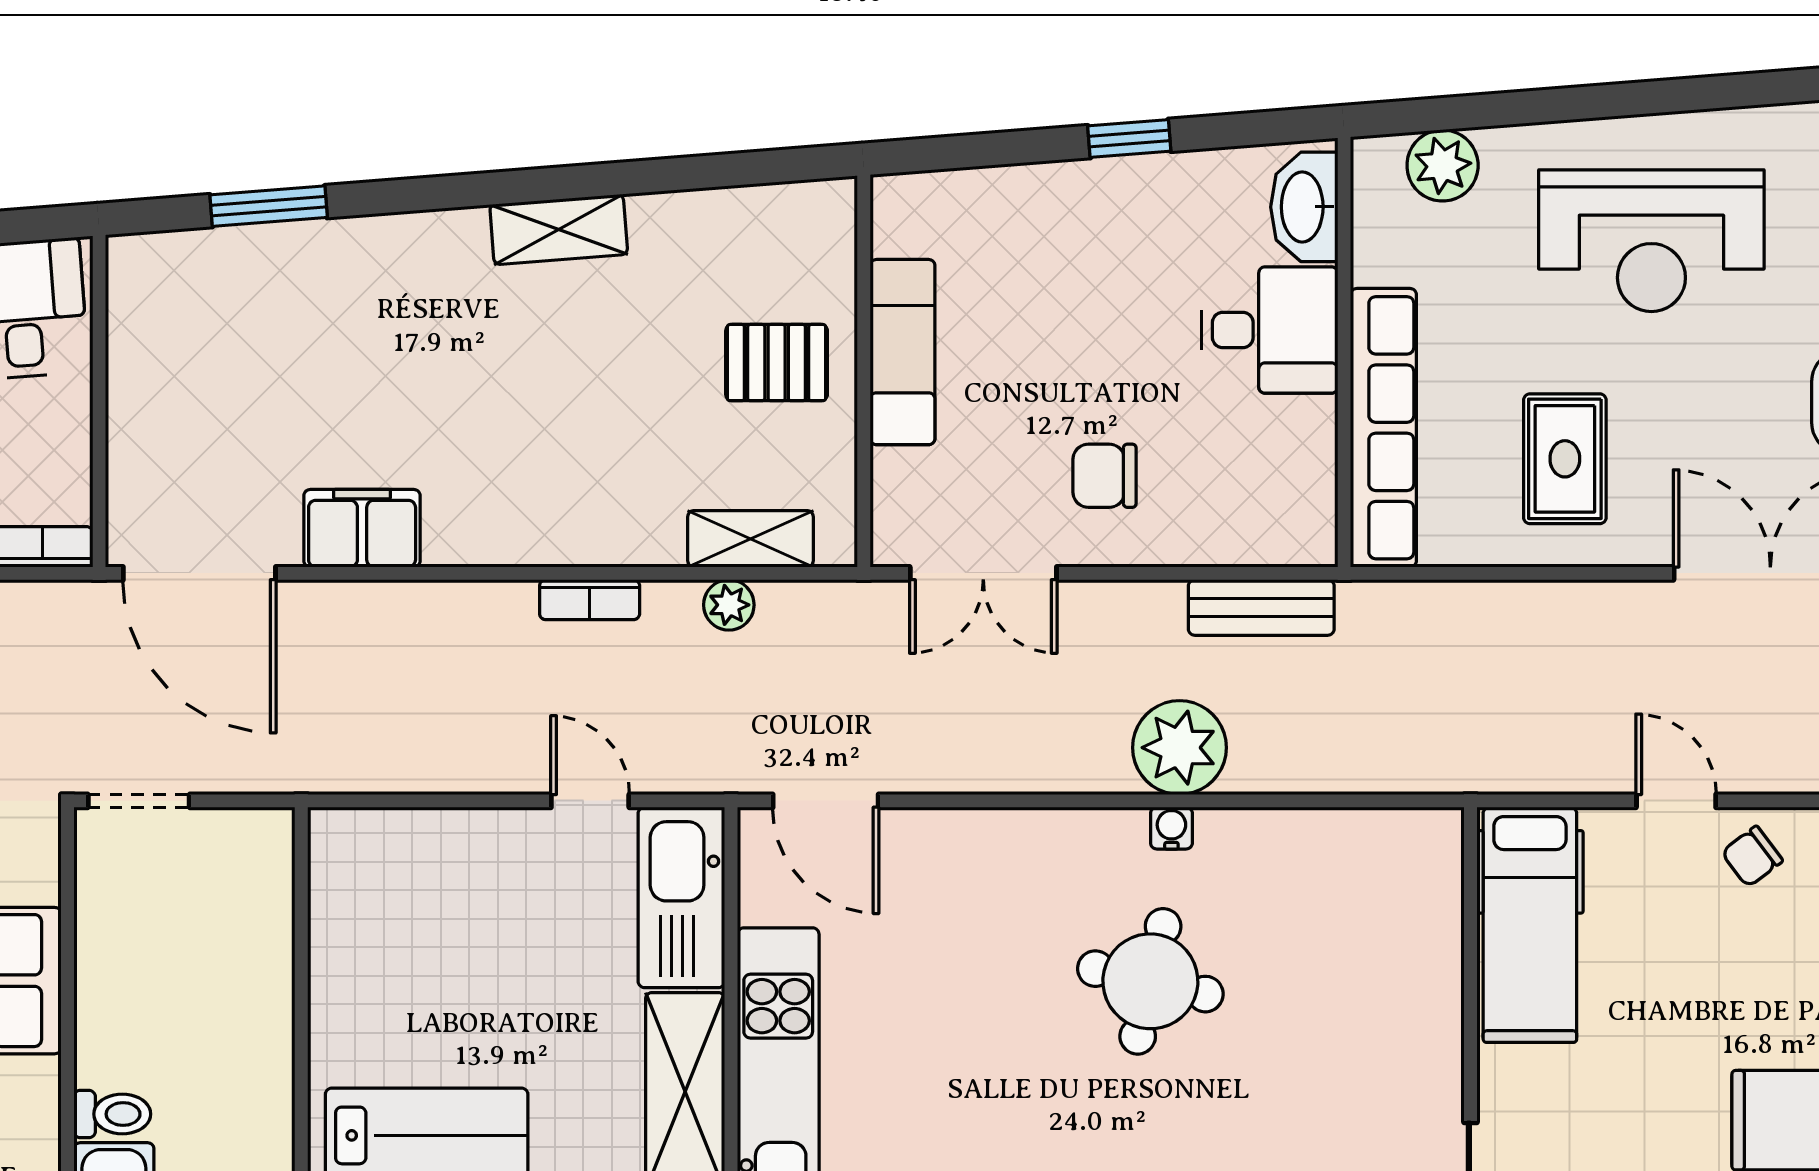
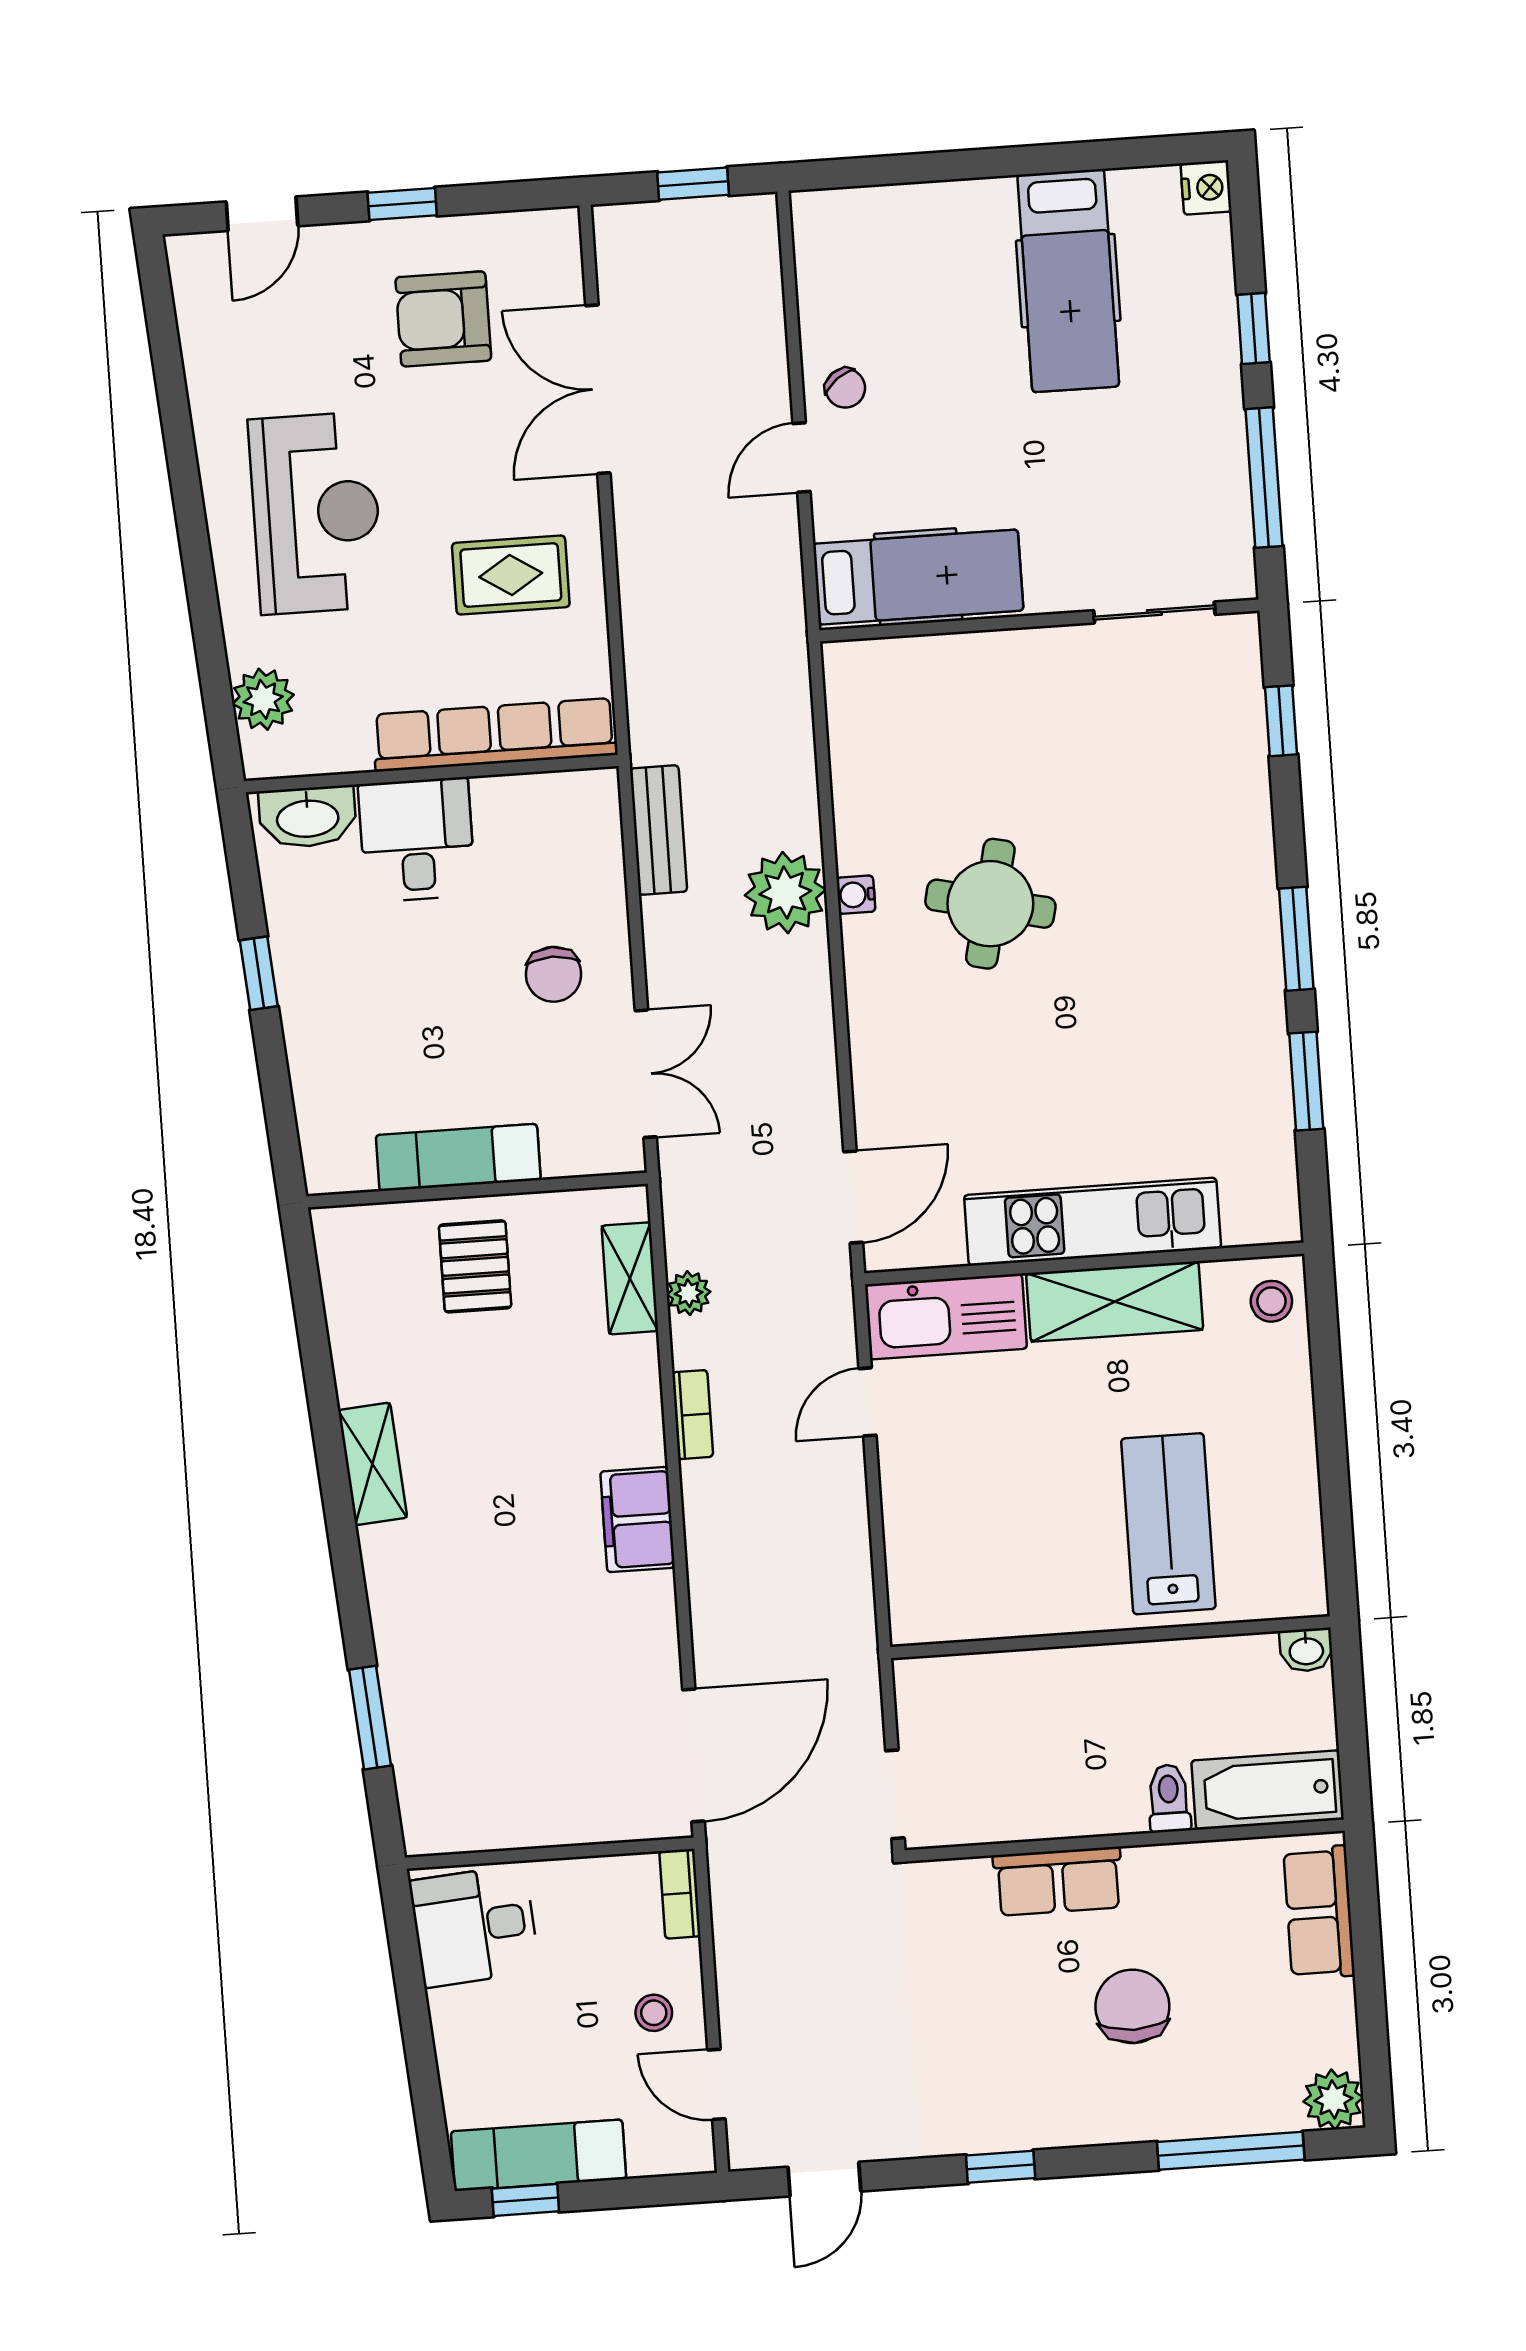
filing cabinet: (362, 528) -> (638, 1520), moved

